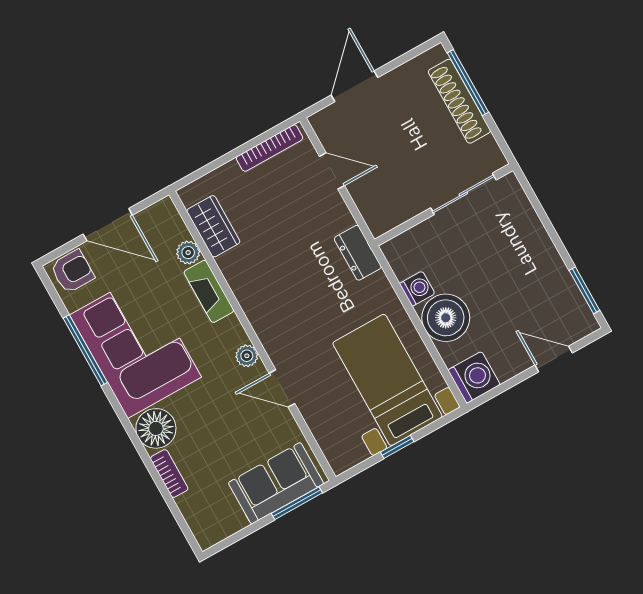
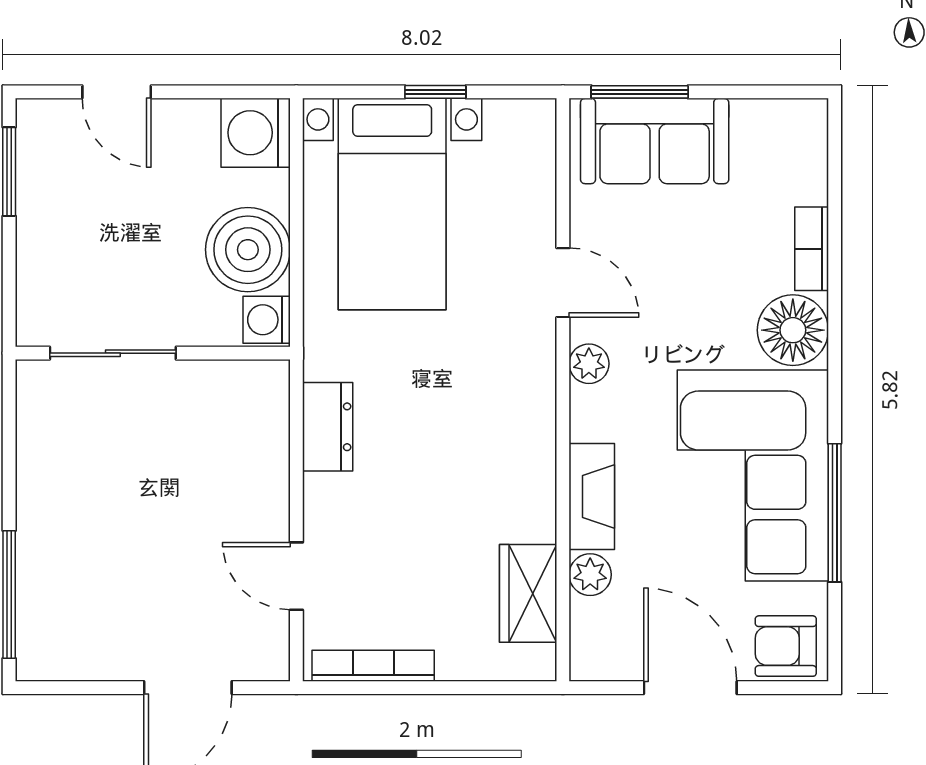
shoe rack: (459, 101) -> (39, 573), removed
sliding door: (463, 194) -> (113, 353), moved
wall: (444, 205) -> (153, 353), moved

